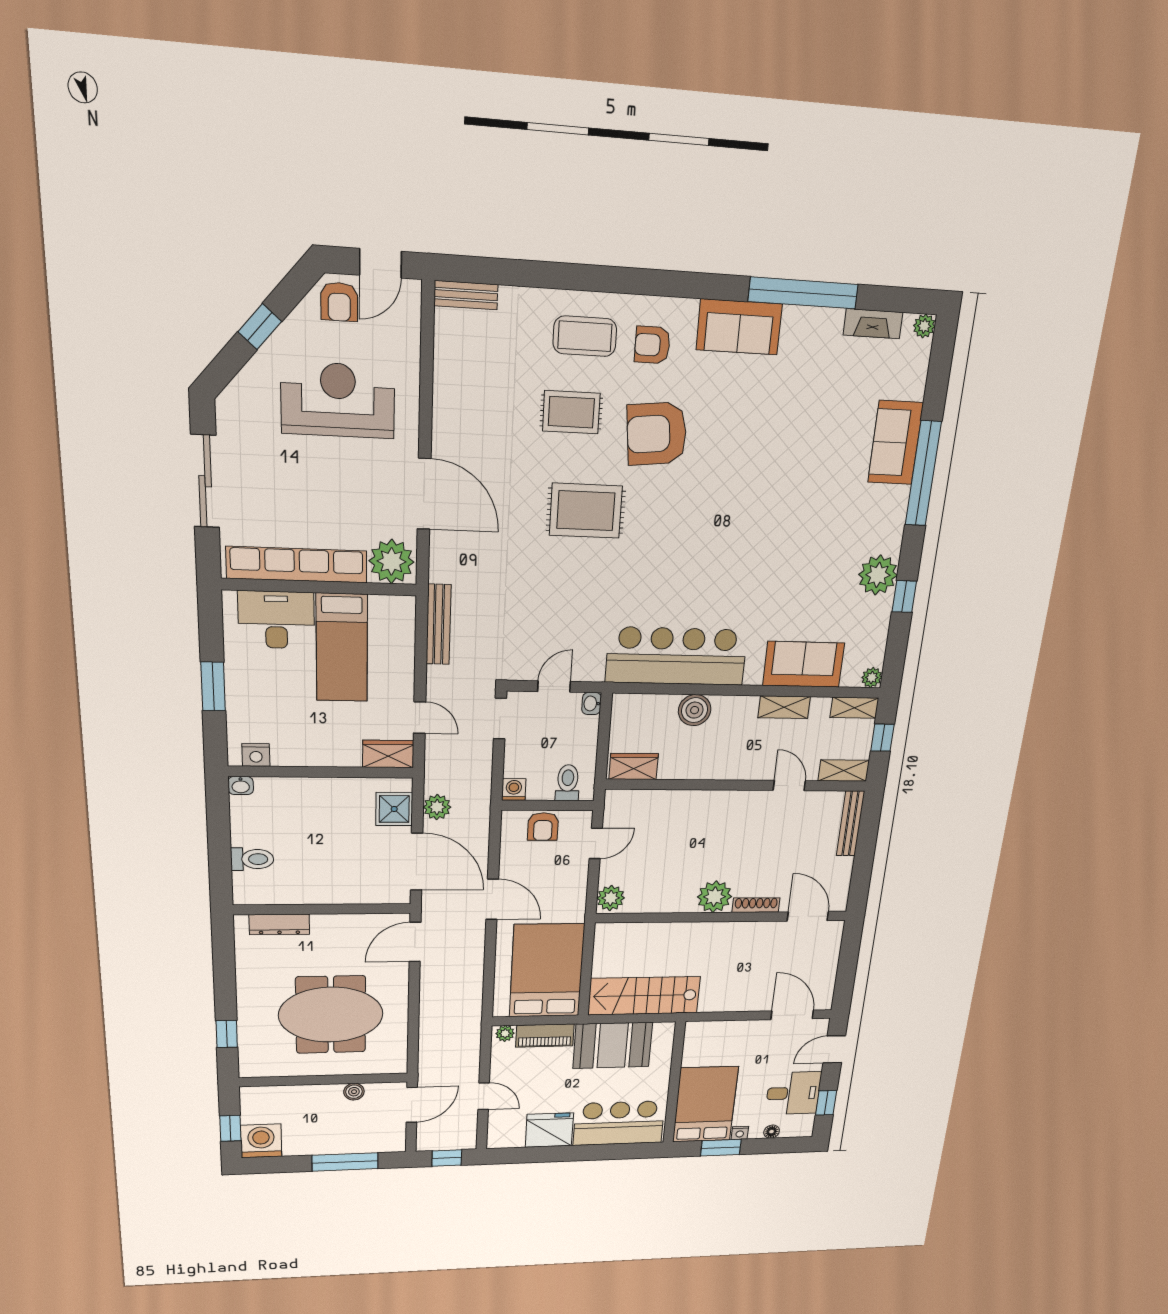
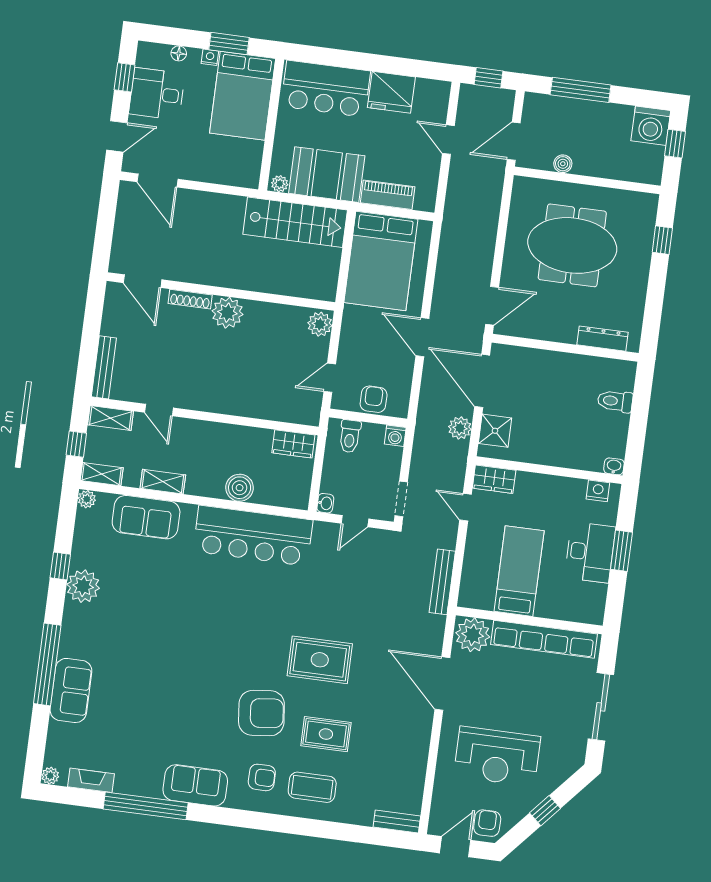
desk: (276, 620) -> (590, 552), moved, turned -90
plant: (505, 1033) -> (280, 184), moved

